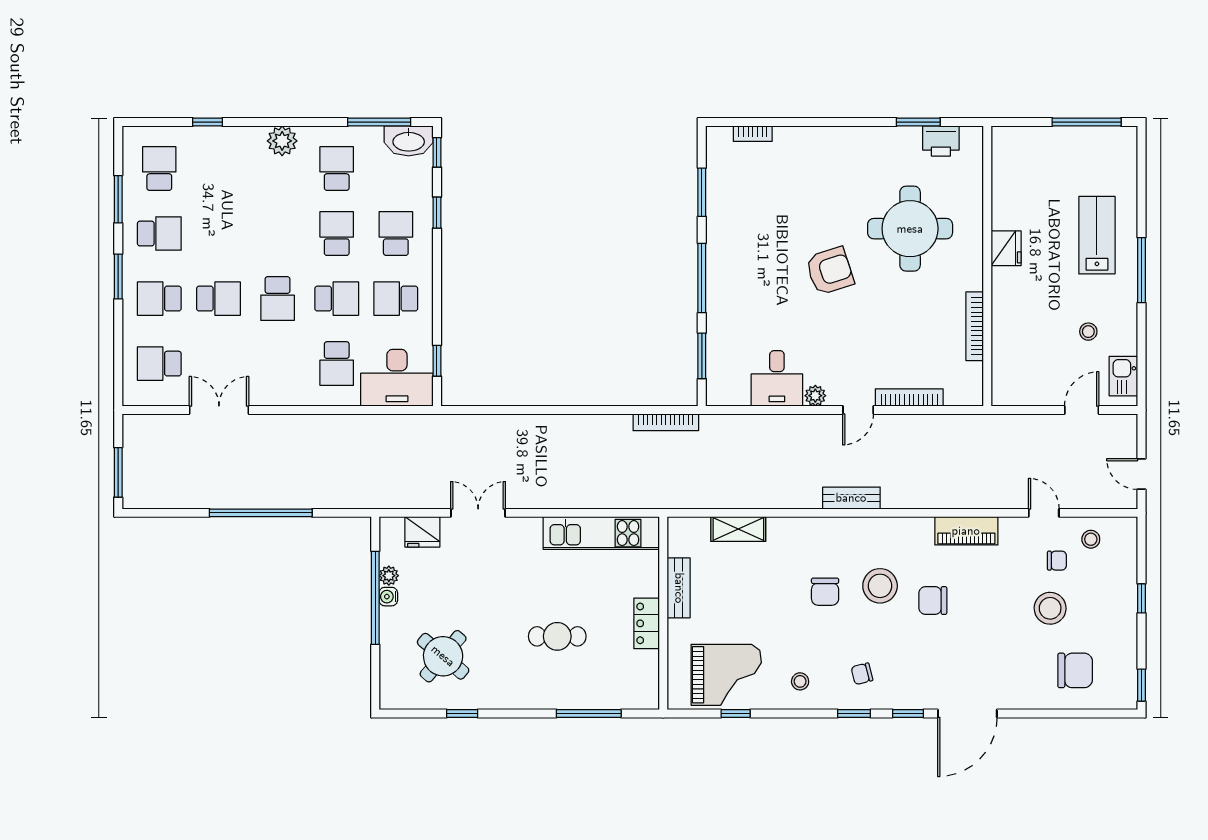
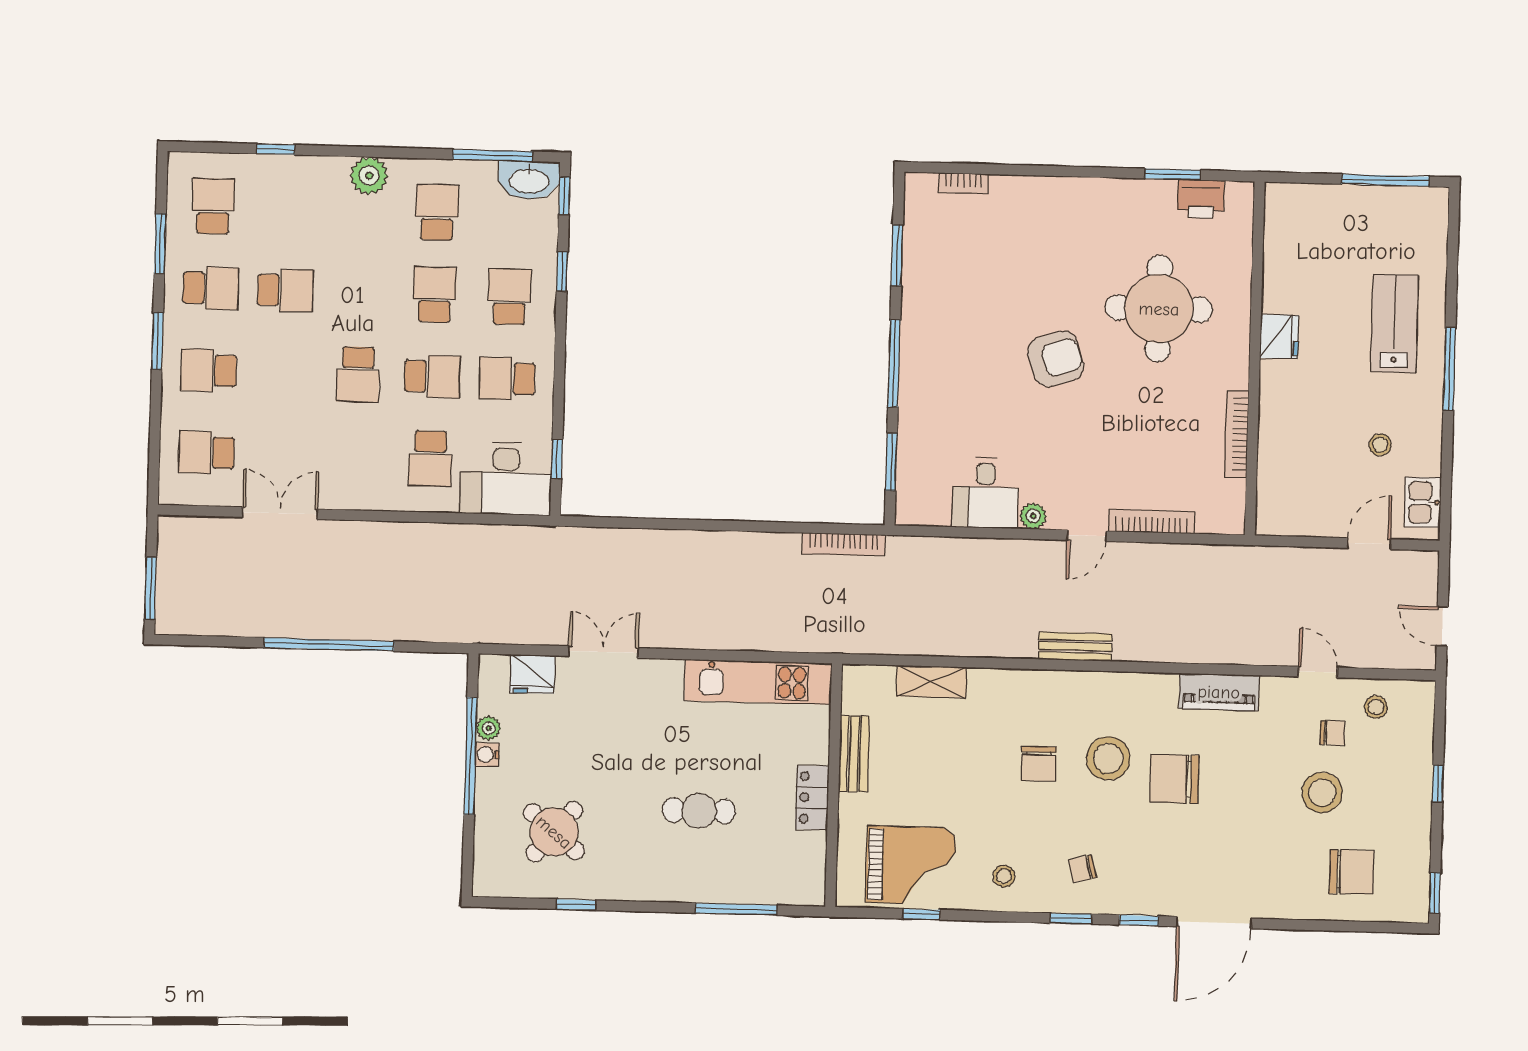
school desk: (218, 299) -> (286, 290), moved
chair: (933, 600) -> (1174, 779), width x1.37, depth x1.37

